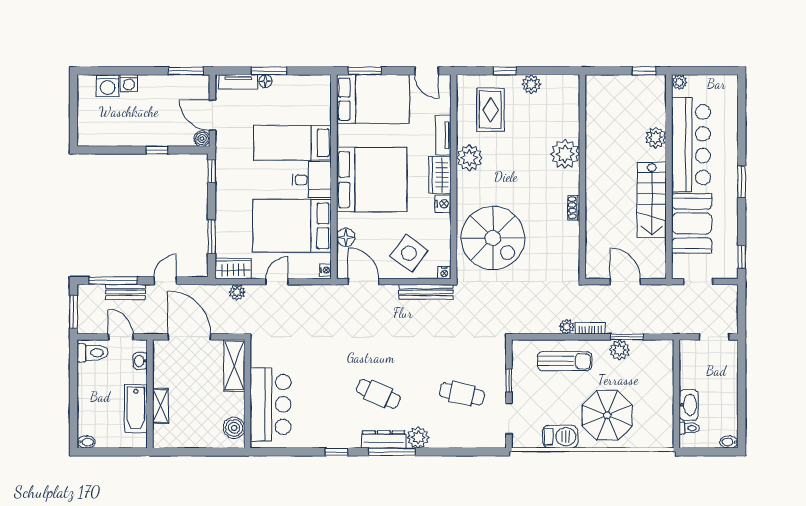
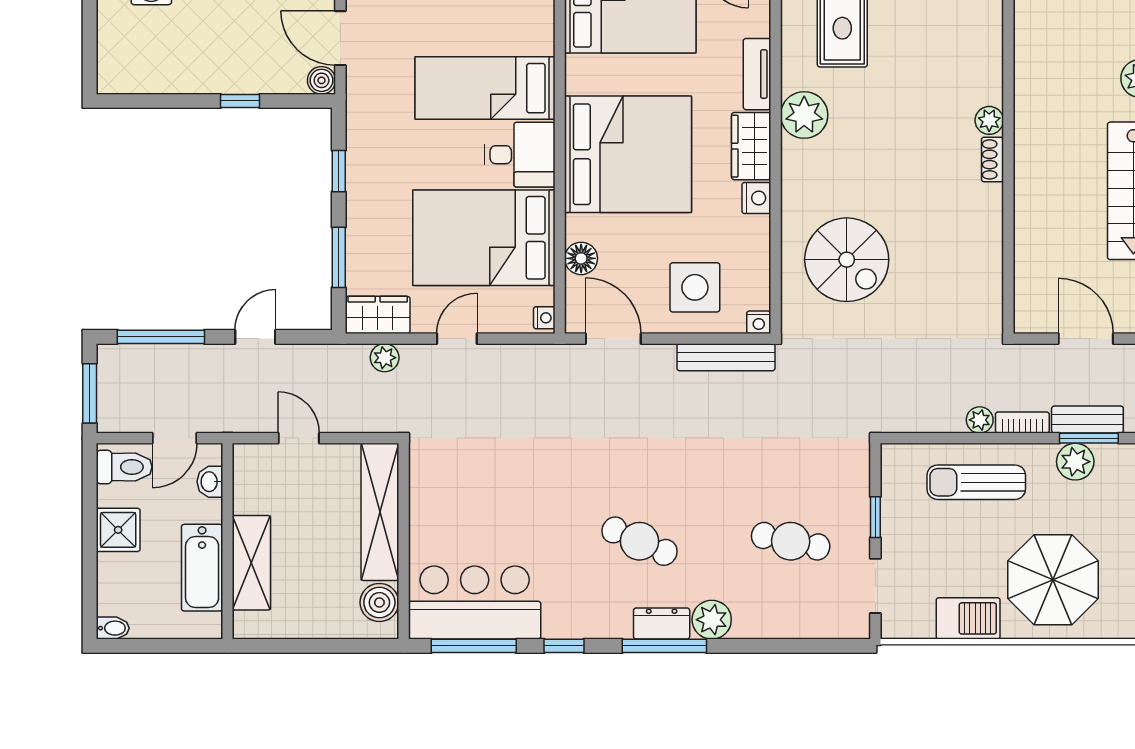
plant: (565, 154) -> (989, 120), width x0.53, depth x0.53
window: (212, 171) -> (339, 171), moved
shoe rack: (574, 208) -> (992, 159), moved
spiral stairs: (493, 238) -> (847, 260), width x0.73, depth x0.73
side table: (409, 253) -> (695, 287), turned -36
bench: (126, 292) -> (1087, 420), moved
door: (121, 337) -> (175, 438), swing flipped
door: (189, 337) -> (299, 438), width x0.53
sun lounger: (565, 361) -> (976, 482), turned 180
shelving: (234, 366) -> (380, 512), width x1.47
shower: (89, 388) -> (118, 530), added
bar counter: (271, 404) -> (475, 603), moved, turned -90
shelving: (161, 406) -> (251, 563), width x1.50, depth x1.33
dresser: (384, 440) -> (662, 624), width x0.70
window: (286, 452) -> (474, 646), added

